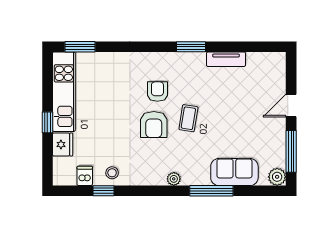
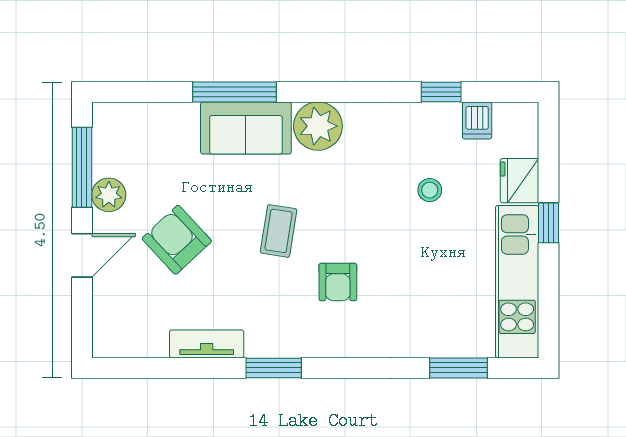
window: (80, 47) -> (458, 368), moved
armchair: (154, 125) -> (177, 240), moved, turned -43
sofa: (234, 172) -> (246, 128), moved
stool: (112, 173) -> (430, 190), moved
plant: (277, 177) -> (109, 195), moved
plant: (174, 179) -> (318, 126), width x1.88, depth x1.88

